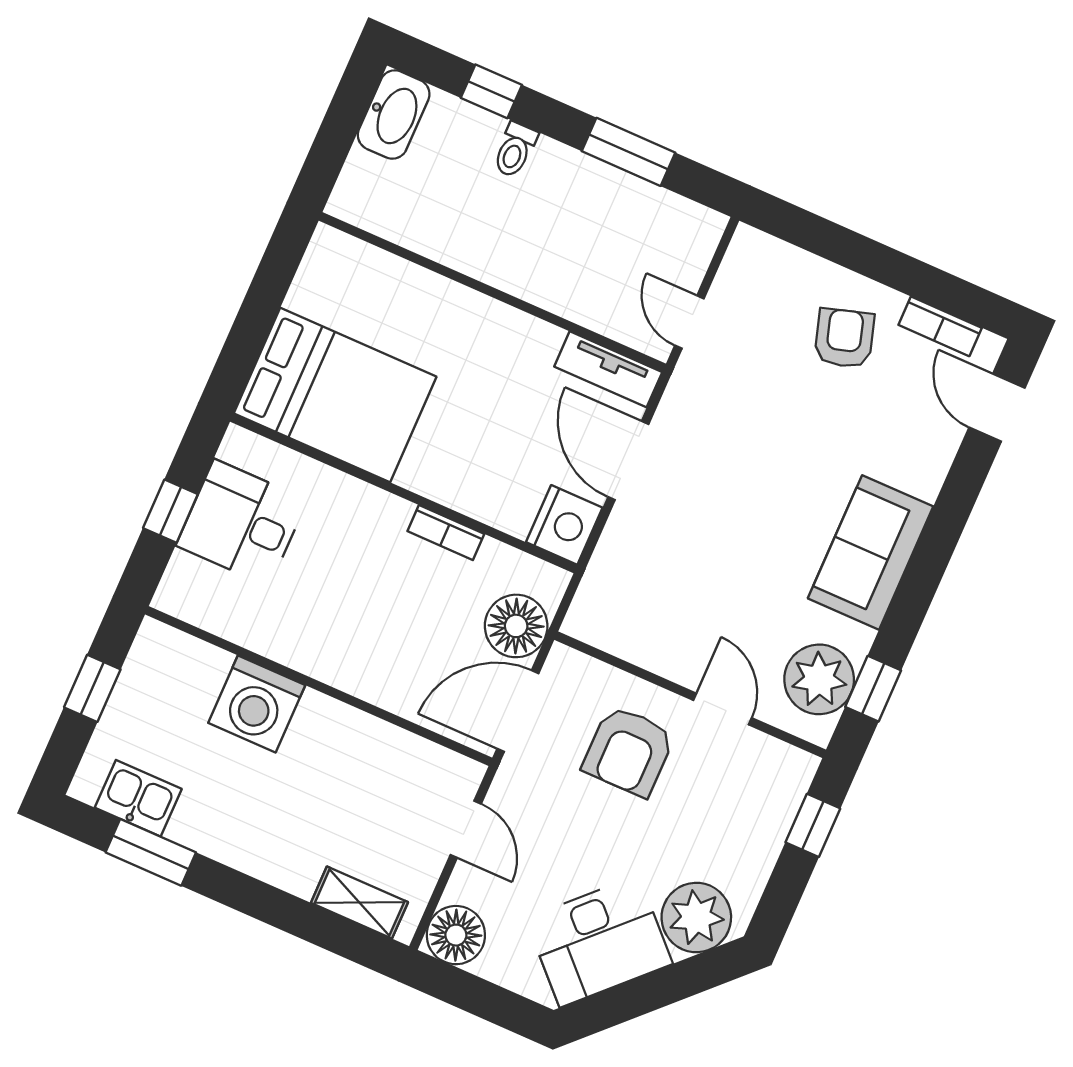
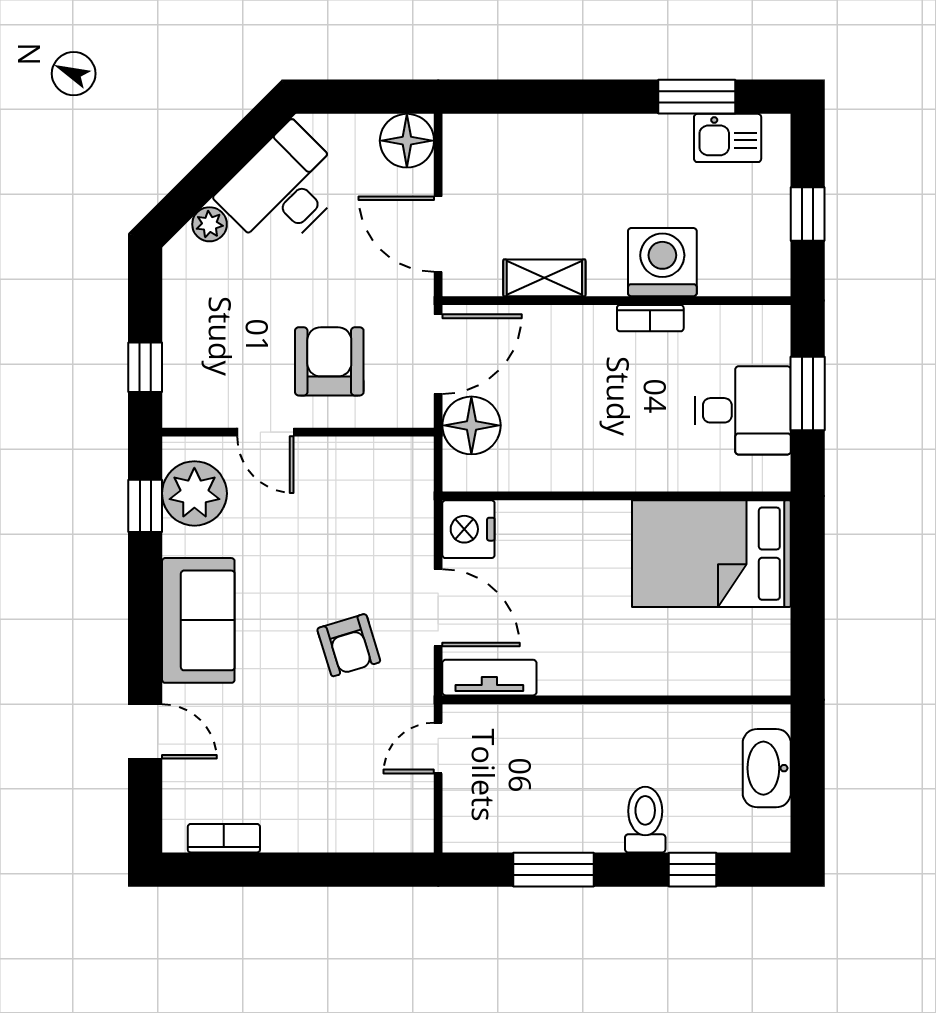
washbasin: (394, 115) -> (767, 768), moved
toilet: (515, 150) -> (645, 820), width x1.37, depth x1.39
door: (689, 322) -> (438, 748), swing flipped
armchair: (844, 338) -> (349, 645), moved
door: (997, 408) -> (145, 731), moved
window: (170, 511) -> (808, 394), width x1.50
bookcase: (446, 533) -> (650, 318), moved, turned 180
door: (466, 829) -> (438, 234), width x1.38
shelving: (359, 903) -> (544, 278), moved
plant: (696, 918) -> (210, 224), width x0.53, depth x0.53

